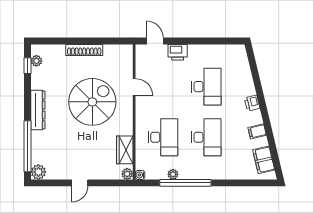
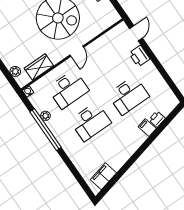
door: (134, 87) -> (77, 51), moved
printer: (252, 103) -> (157, 119), moved
filing cabinet: (257, 131) -> (147, 128), moved
plant: (127, 174) -> (15, 71), moved

